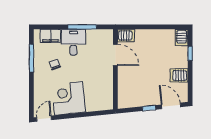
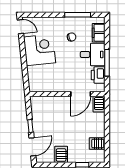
printer: (95, 36) -> (98, 75), added
server rack: (182, 37) -> (97, 143), moved

